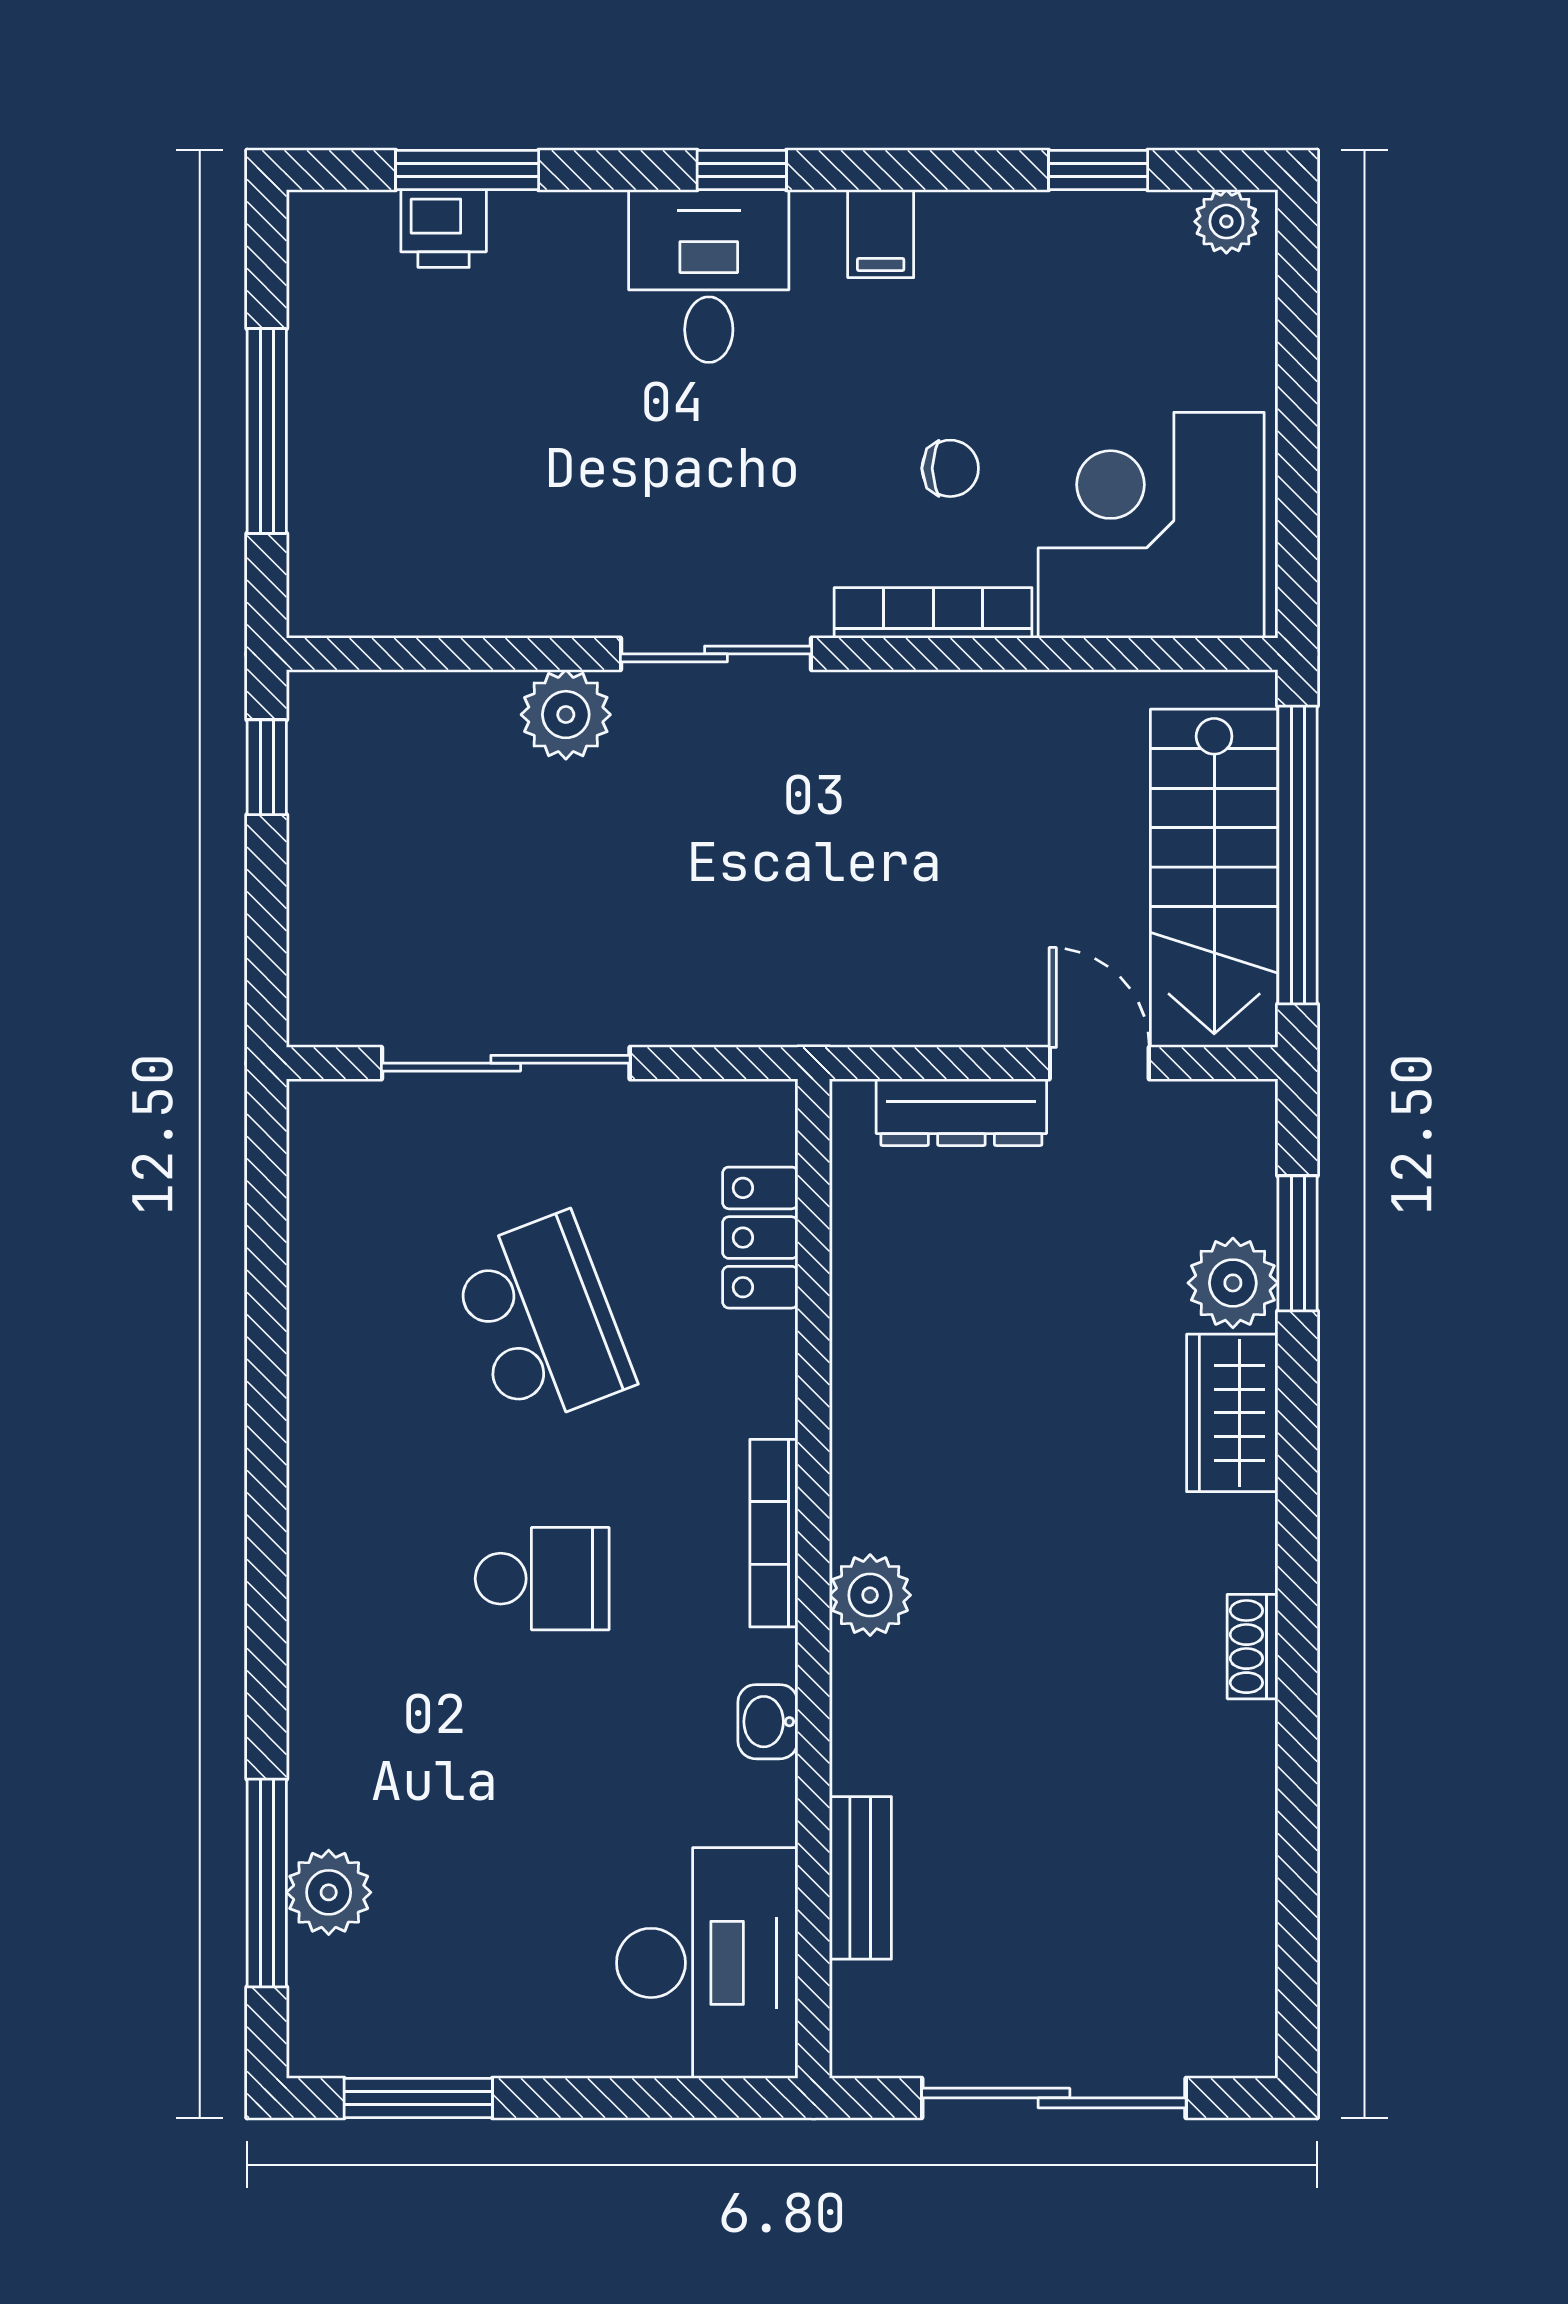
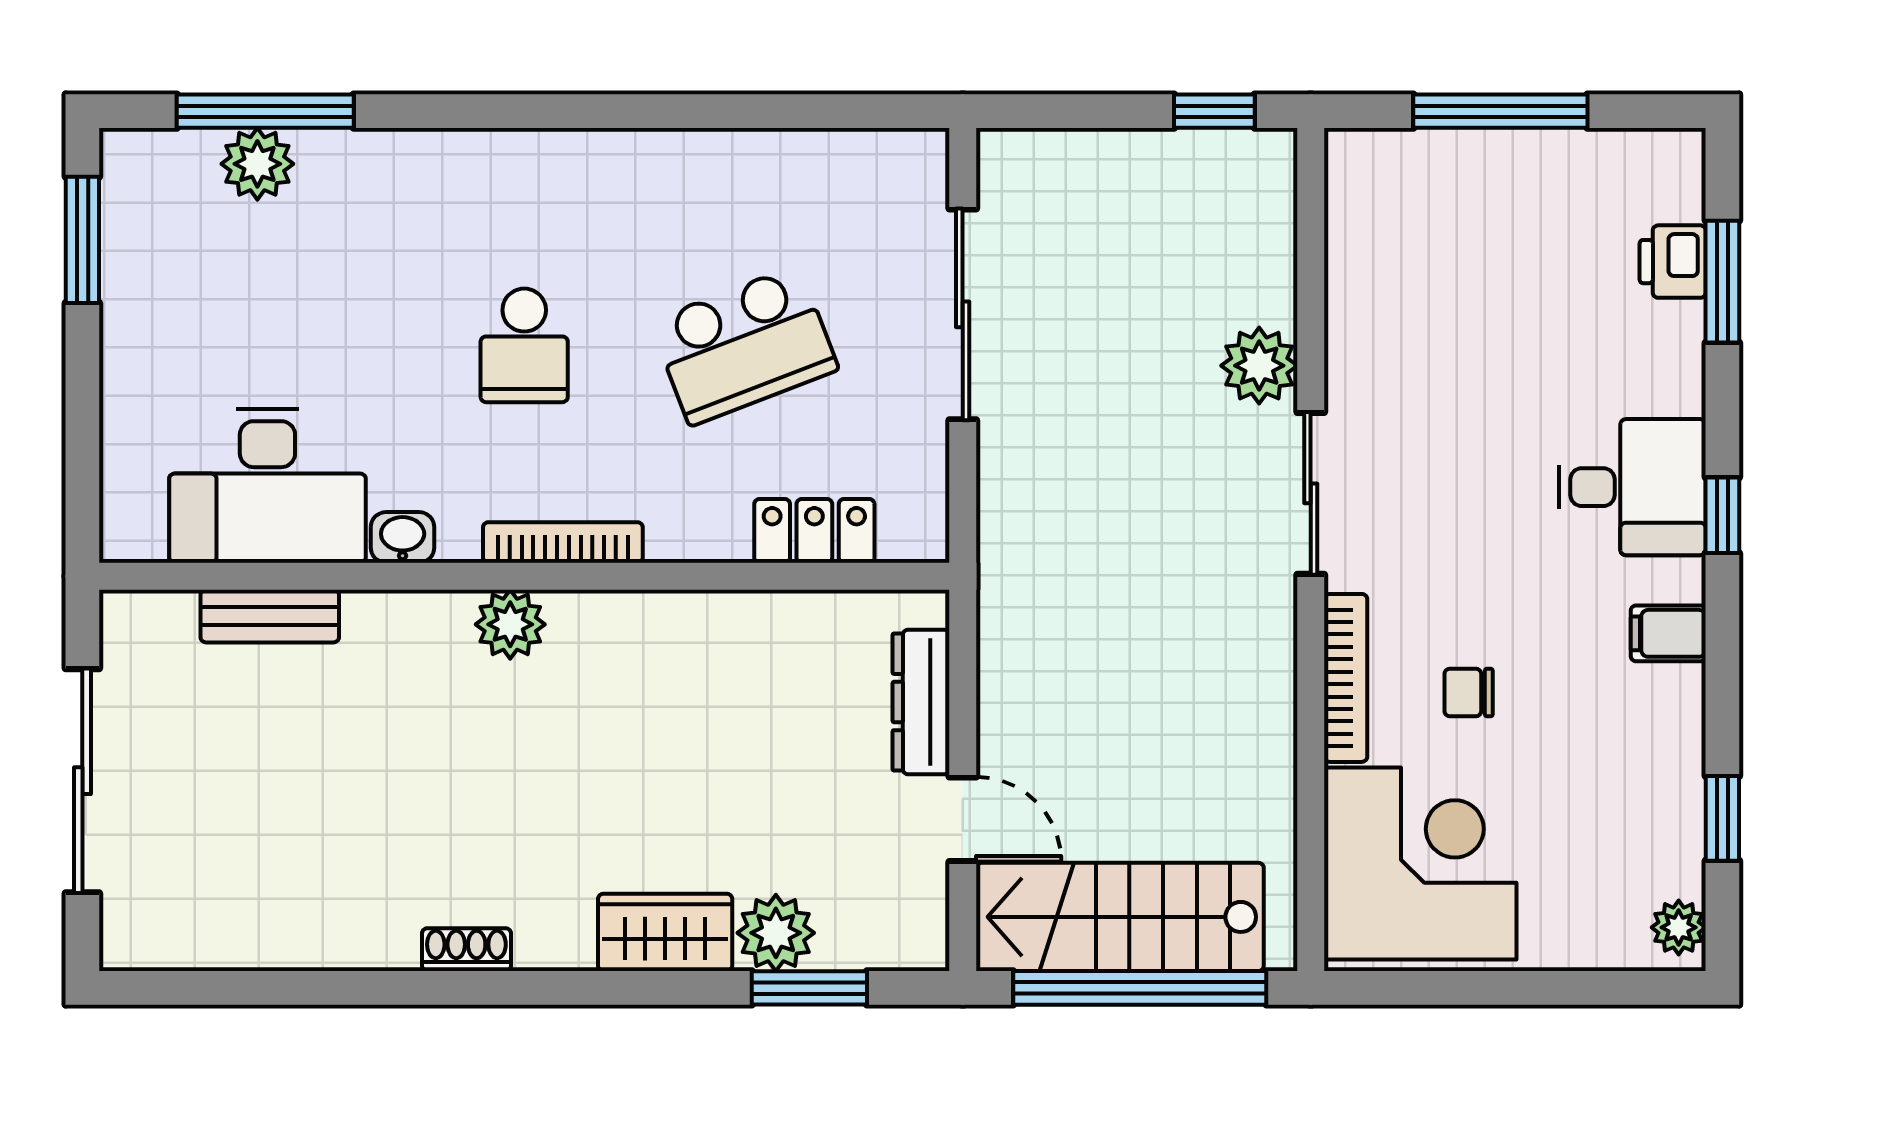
chair: (950, 468) -> (1469, 692), turned 90
door: (1099, 1063) -> (963, 819), hinge flipped
desk: (707, 1963) -> (267, 486), moved

